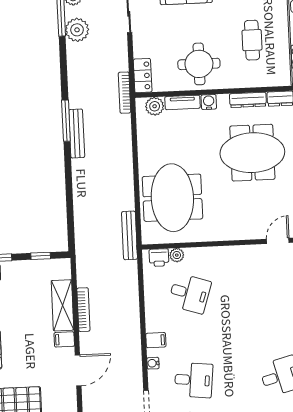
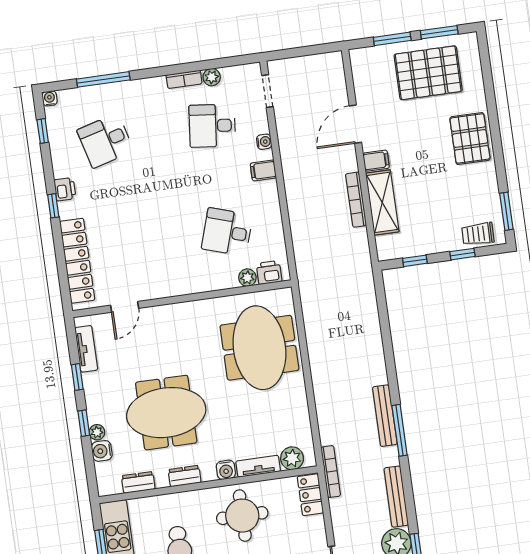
dresser: (248, 100) -> (185, 476), width x0.70
bench: (129, 235) -> (396, 497), moved

